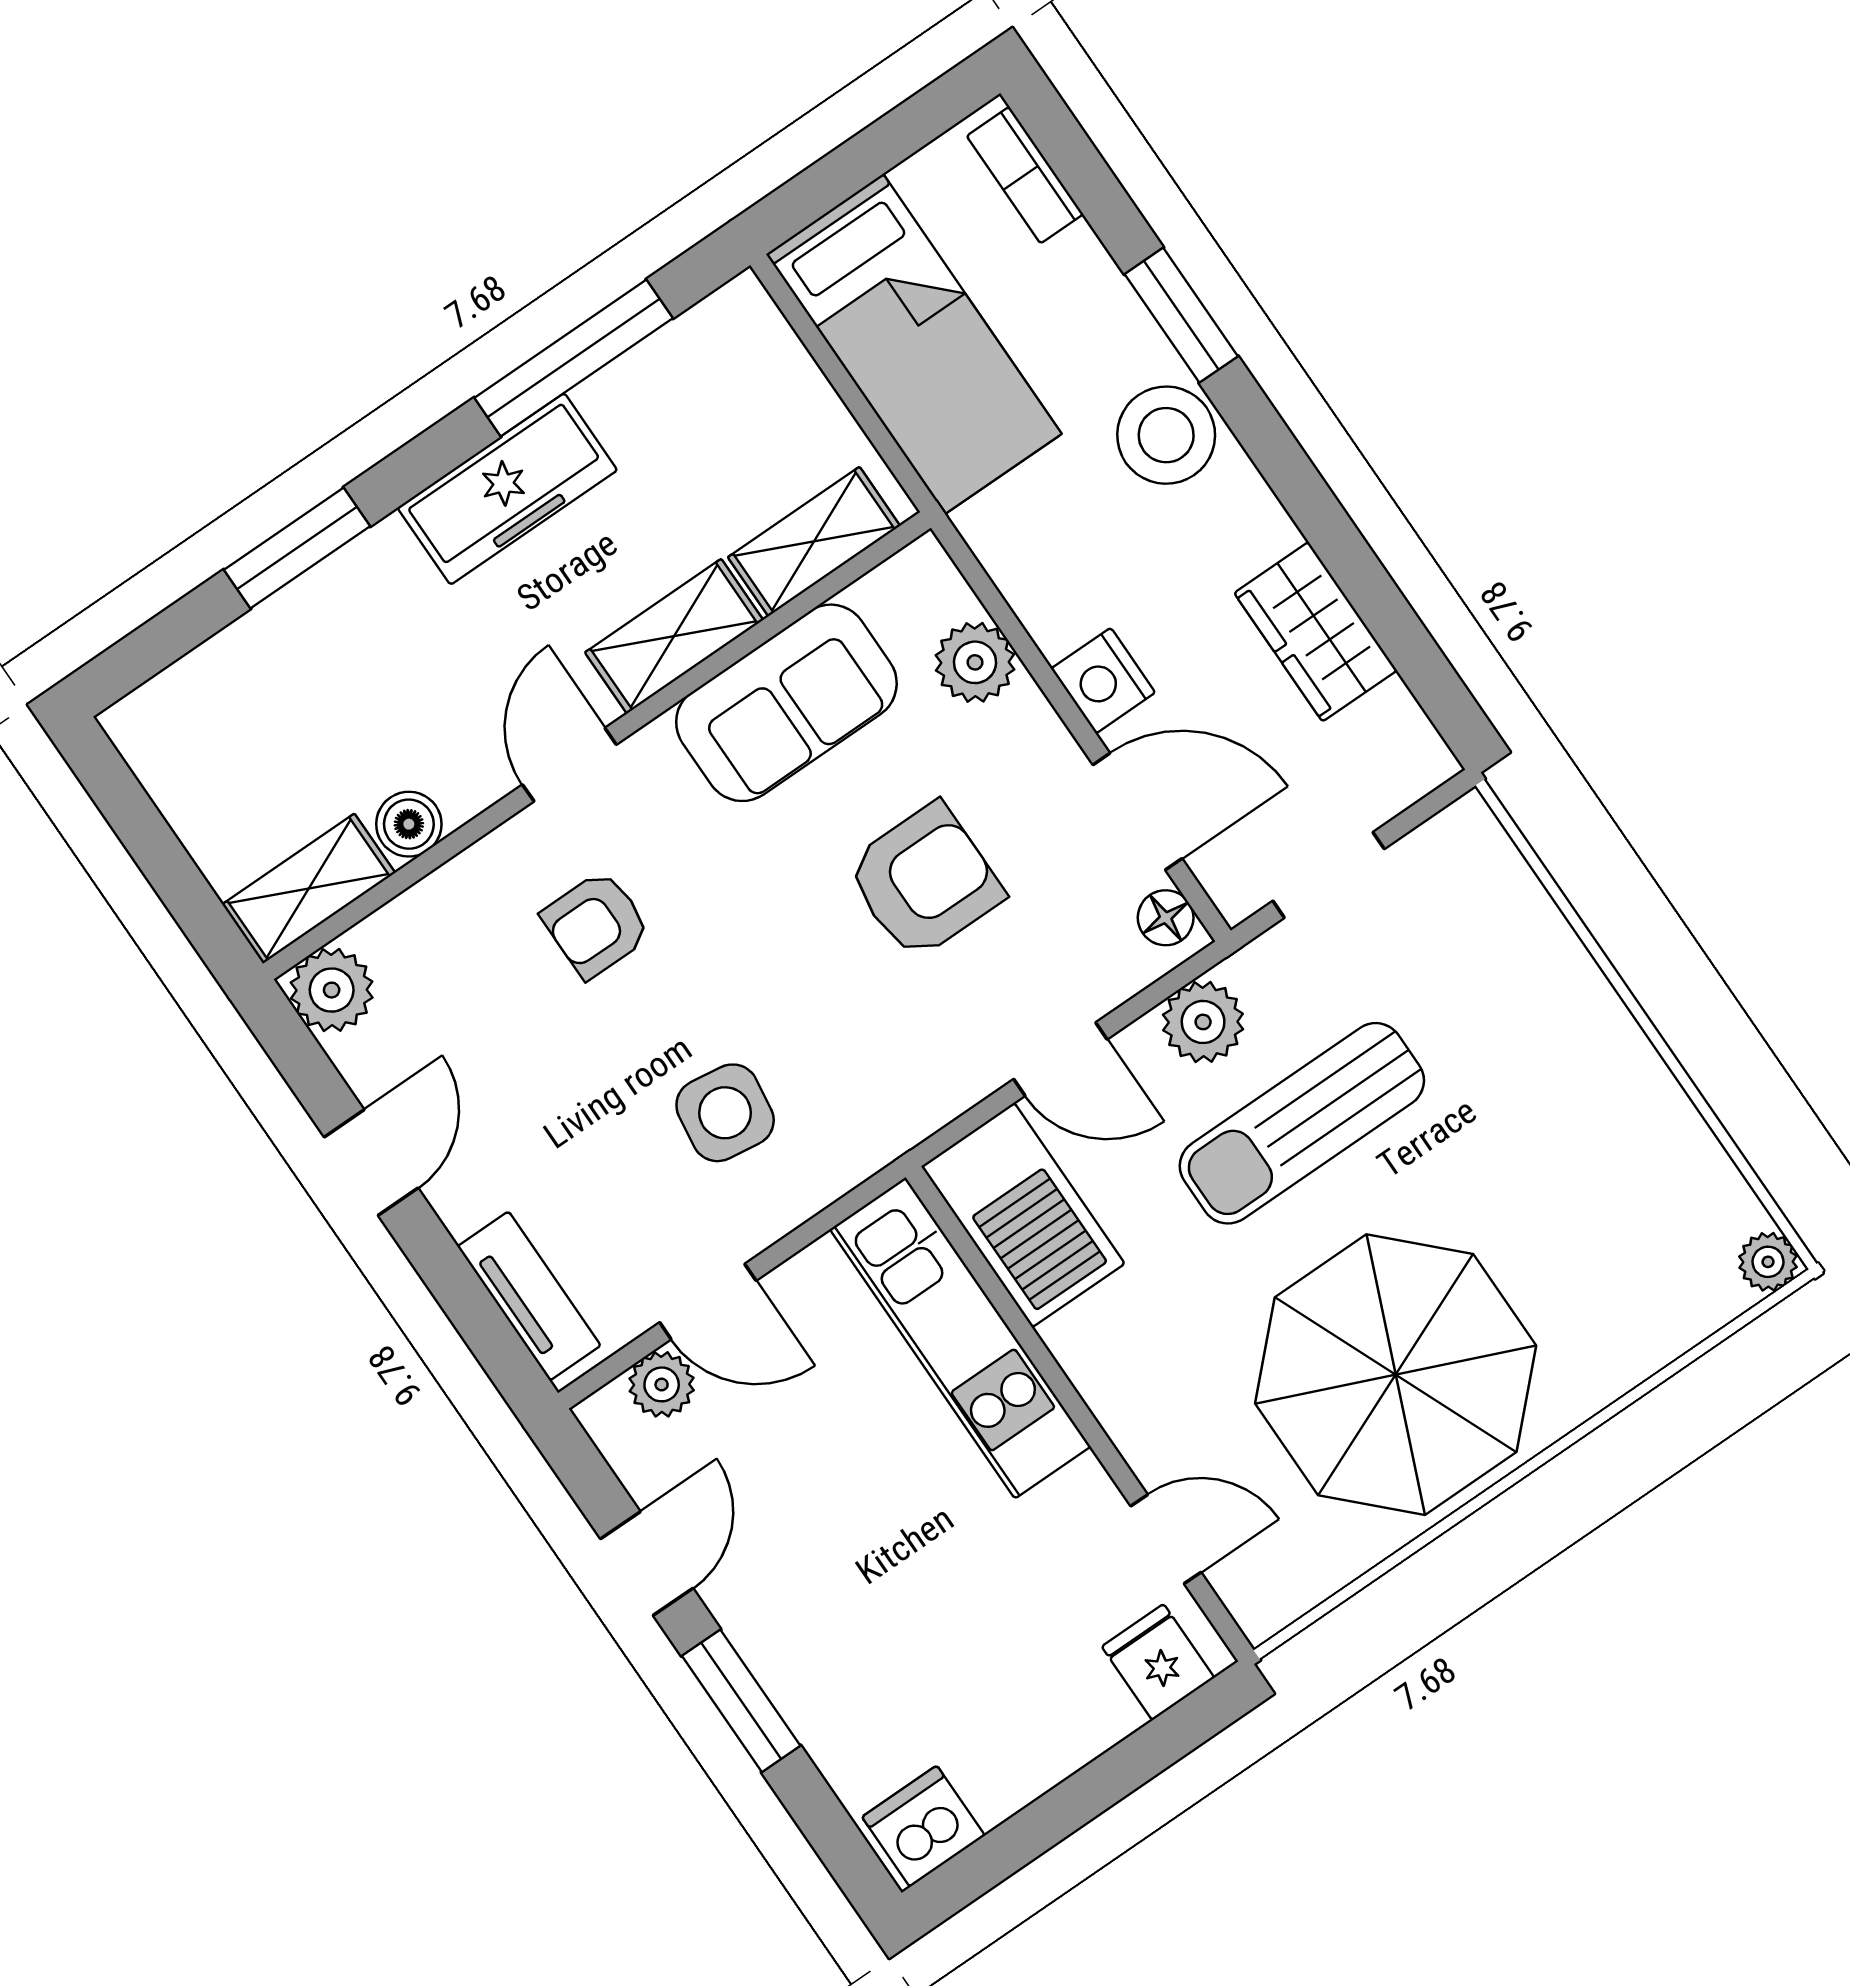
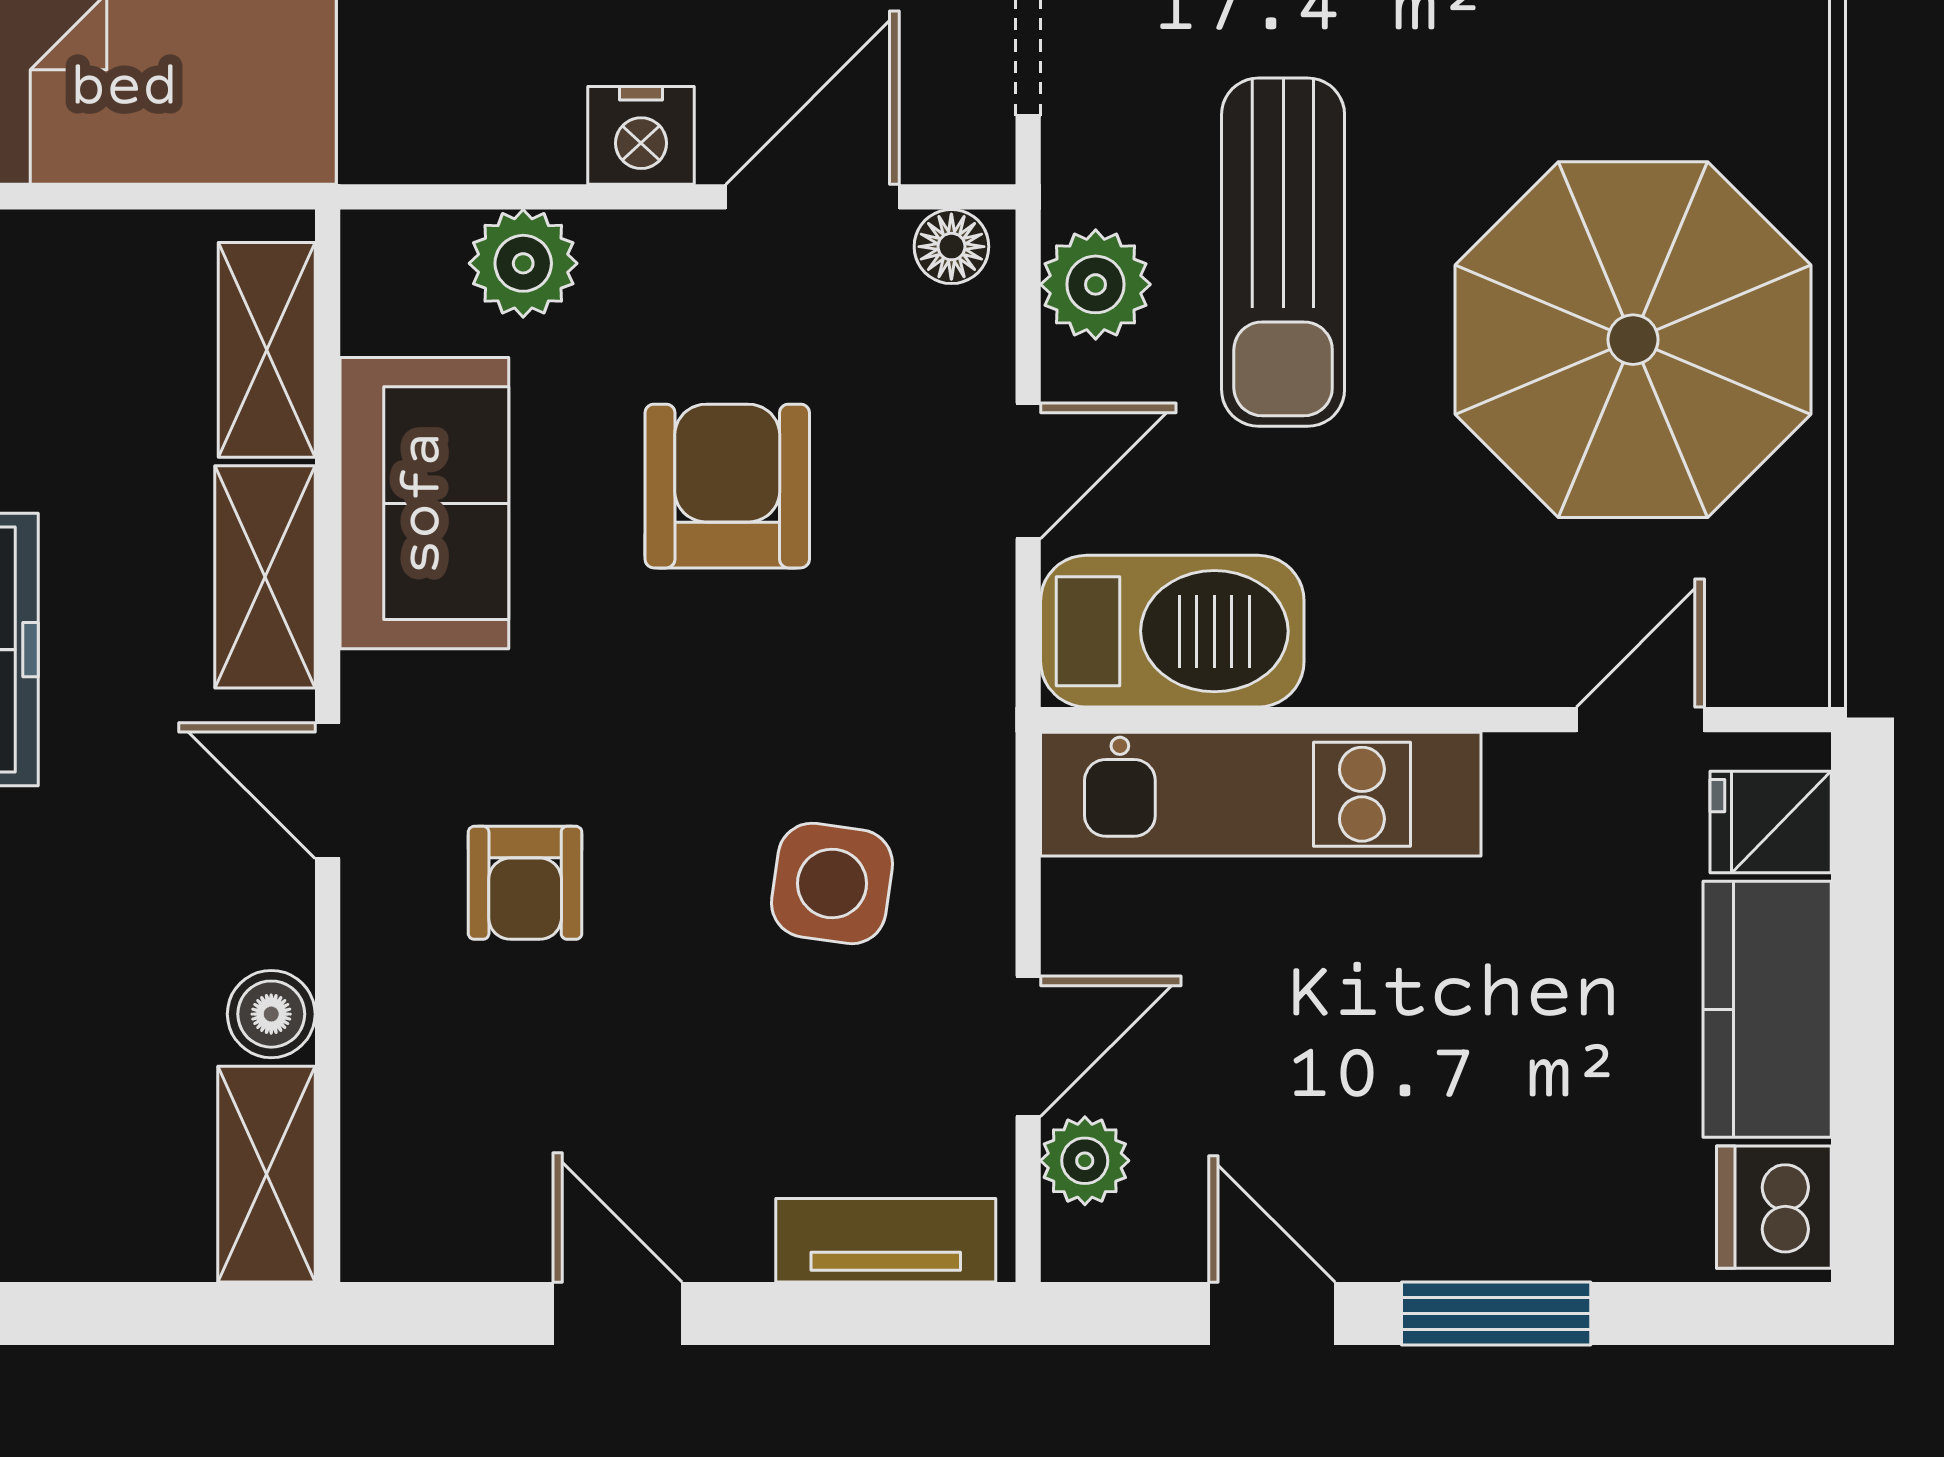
plant: (332, 990) -> (396, 1226), removed
kitchen counter: (1042, 1739) -> (1767, 1009), added

